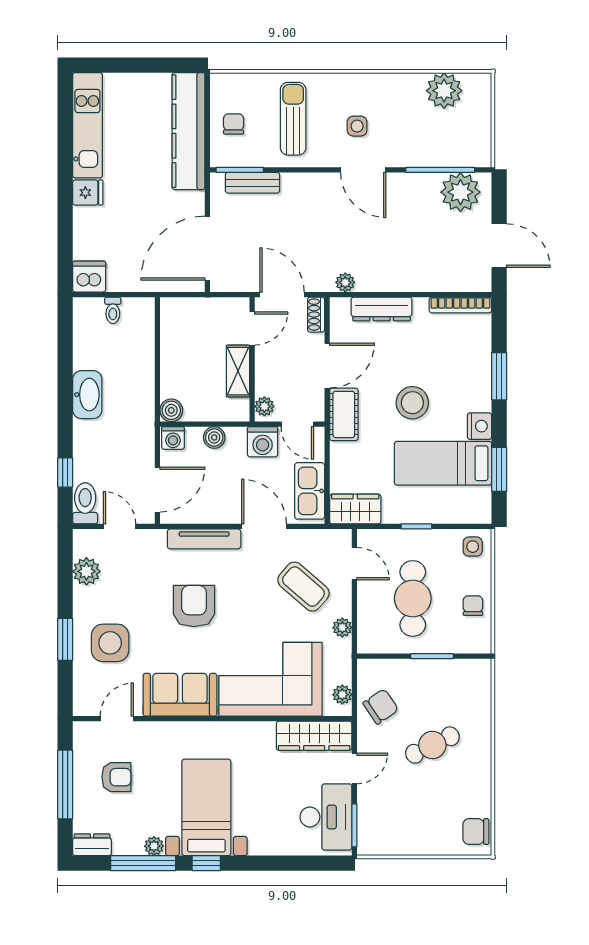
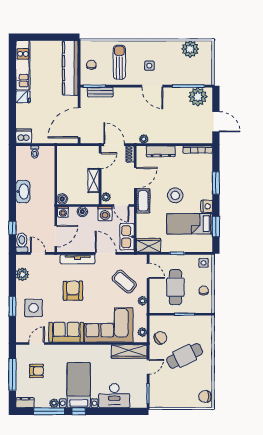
cafe table: (432, 745) -> (185, 356), width x1.37, depth x1.35
desk: (326, 817) -> (114, 396), moved, turned 90

